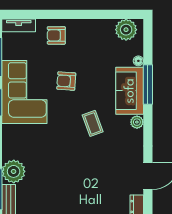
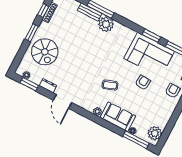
window: (148, 84) -> (136, 140), moved

